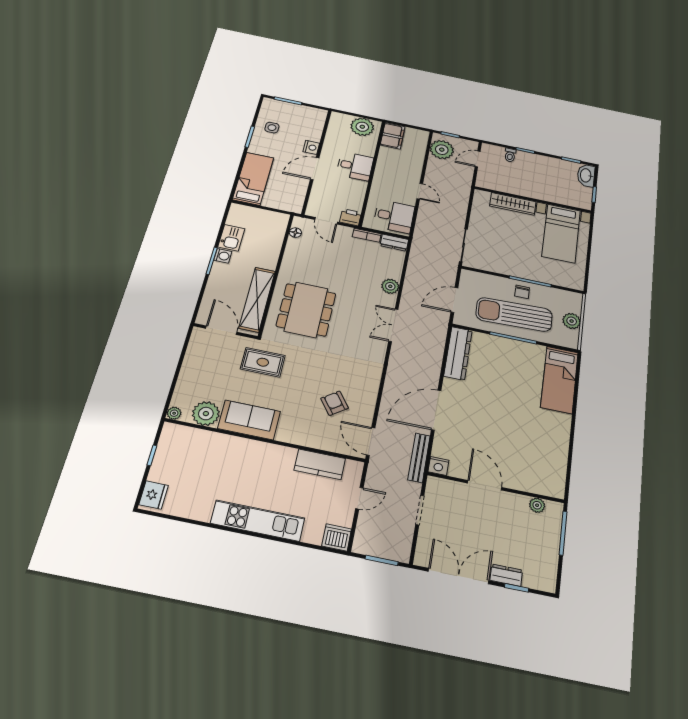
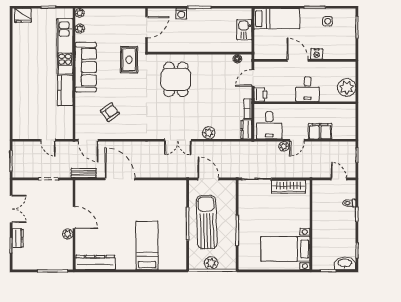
filing cabinet: (393, 136) -> (320, 131), moved, turned 180
plant: (442, 150) -> (284, 146), moved, width x0.53, depth x0.53
wardrobe: (513, 204) -> (288, 187), moved, turned -90
kitchen sink: (231, 238) -> (244, 30), moved, turned 90
washing machine: (223, 256) -> (181, 14), moved
chair: (522, 292) -> (227, 226), removed
shelving: (257, 299) -> (176, 45), removed
dining table: (306, 310) -> (176, 79), width x0.73
double door: (393, 325) -> (178, 140), swing flipped
dresser: (458, 353) -> (95, 262), moved, turned 180
bed: (559, 380) -> (147, 245), moved, turned 90
plant: (206, 414) -> (80, 29), width x0.53, depth x0.53
sofa: (249, 420) -> (86, 67), width x1.36
door: (371, 441) -> (88, 140), swing flipped
bench: (419, 458) -> (84, 173), width x0.73
kitchen counter: (320, 464) -> (65, 90), moved
nightstand: (438, 466) -> (81, 186), removed
door: (485, 485) -> (74, 217), hinge flipped
plant: (537, 505) -> (68, 234), moved
kitchen unit: (258, 521) -> (65, 46), moved, turned 180
dishwasher: (337, 537) -> (20, 131), removed
double door: (459, 576) -> (11, 209), width x0.73

